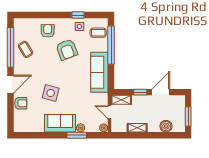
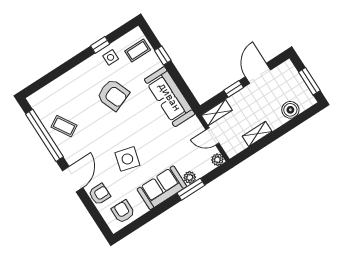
armchair: (48, 31) -> (123, 212), moved
window: (111, 45) -> (163, 55), width x0.32

